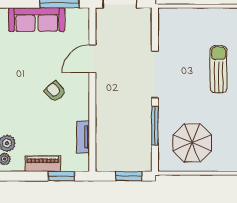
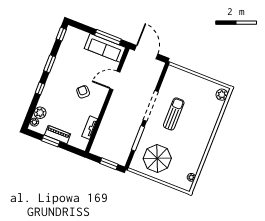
sofa: (37, 20) -> (105, 48), moved
sun lounger: (219, 69) -> (174, 114), moved
window: (61, 176) -> (51, 141), moved

